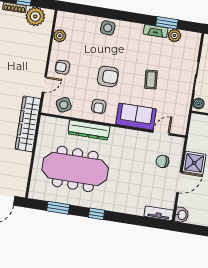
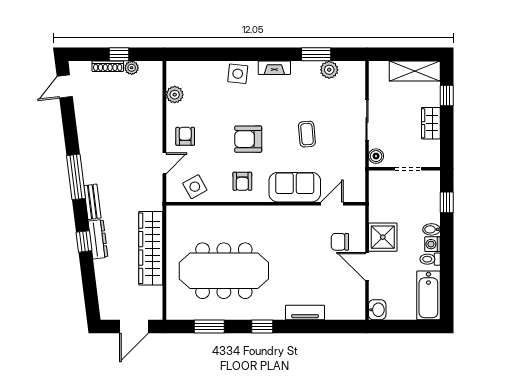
plant: (35, 16) -> (132, 68), width x0.53, depth x0.53
fireplace: (156, 31) -> (274, 68), moved
armchair: (63, 67) -> (185, 136), turned 90
armchair: (108, 76) -> (248, 139), turned 180
wardrobe: (28, 124) -> (151, 248), moved
dresser: (89, 130) -> (234, 215), removed
door: (179, 182) -> (367, 267), swing flipped
tv unit: (159, 213) -> (305, 313), moved

